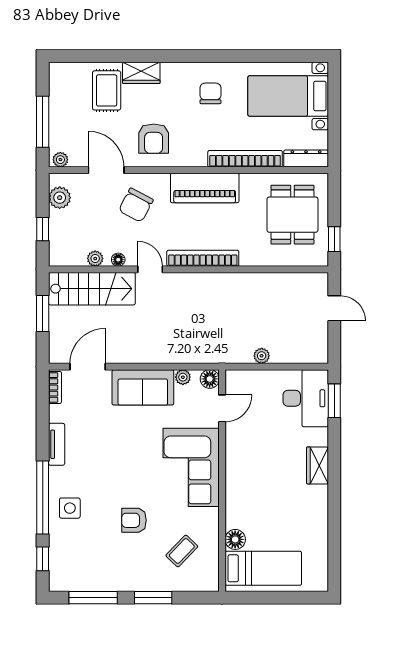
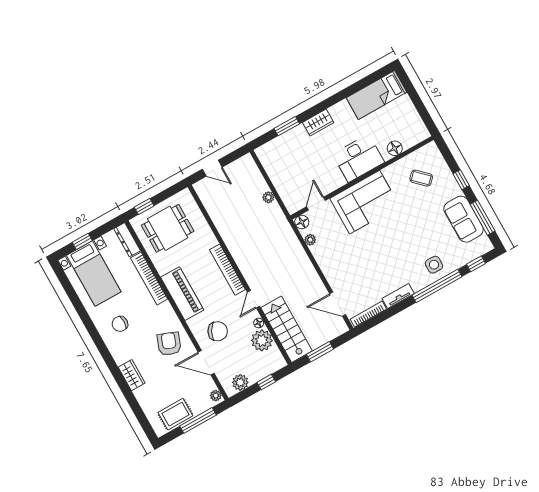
rug: (107, 90) -> (175, 414), moved
window: (334, 104) -> (82, 241), added
armchair: (154, 139) -> (169, 344), turned -69
door: (106, 170) -> (206, 363), hinge flipped
window: (334, 239) -> (144, 207), moved
plant: (95, 259) -> (262, 340), width x1.88, depth x1.88
door: (334, 308) -> (212, 168), swing flipped
bookcase: (55, 387) -> (368, 314), width x1.56
sofa: (143, 387) -> (463, 219), moved, turned 180
desk: (306, 398) -> (358, 158), moved, turned 180
window: (334, 401) -> (287, 126), moved
door: (222, 408) -> (316, 204), hinge flipped
armchair: (134, 520) -> (419, 219), removed
bed: (263, 568) -> (376, 95), moved, turned -90
window: (153, 598) -> (461, 180), width x0.67

